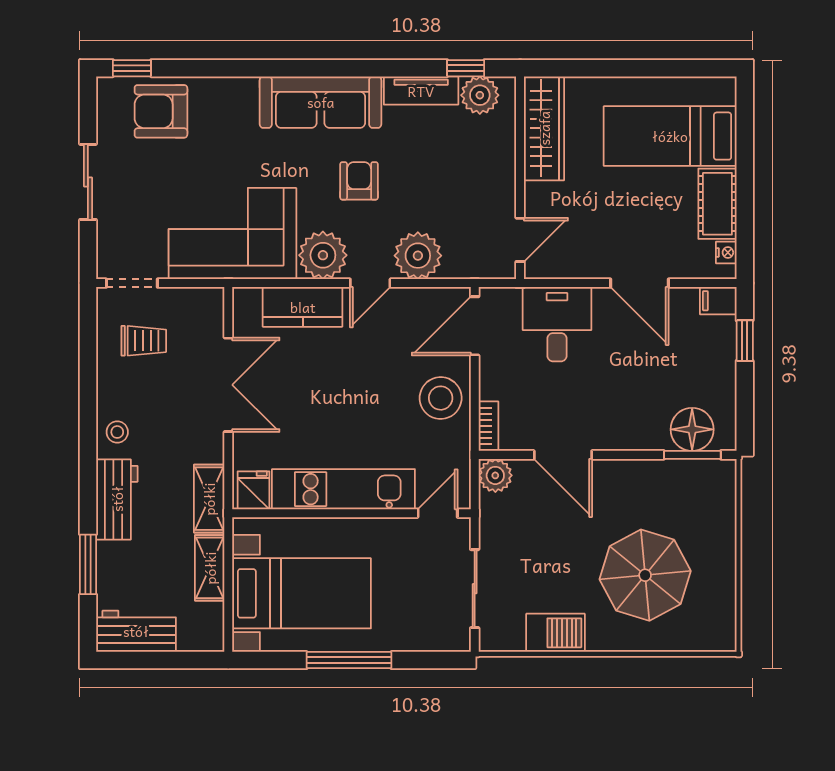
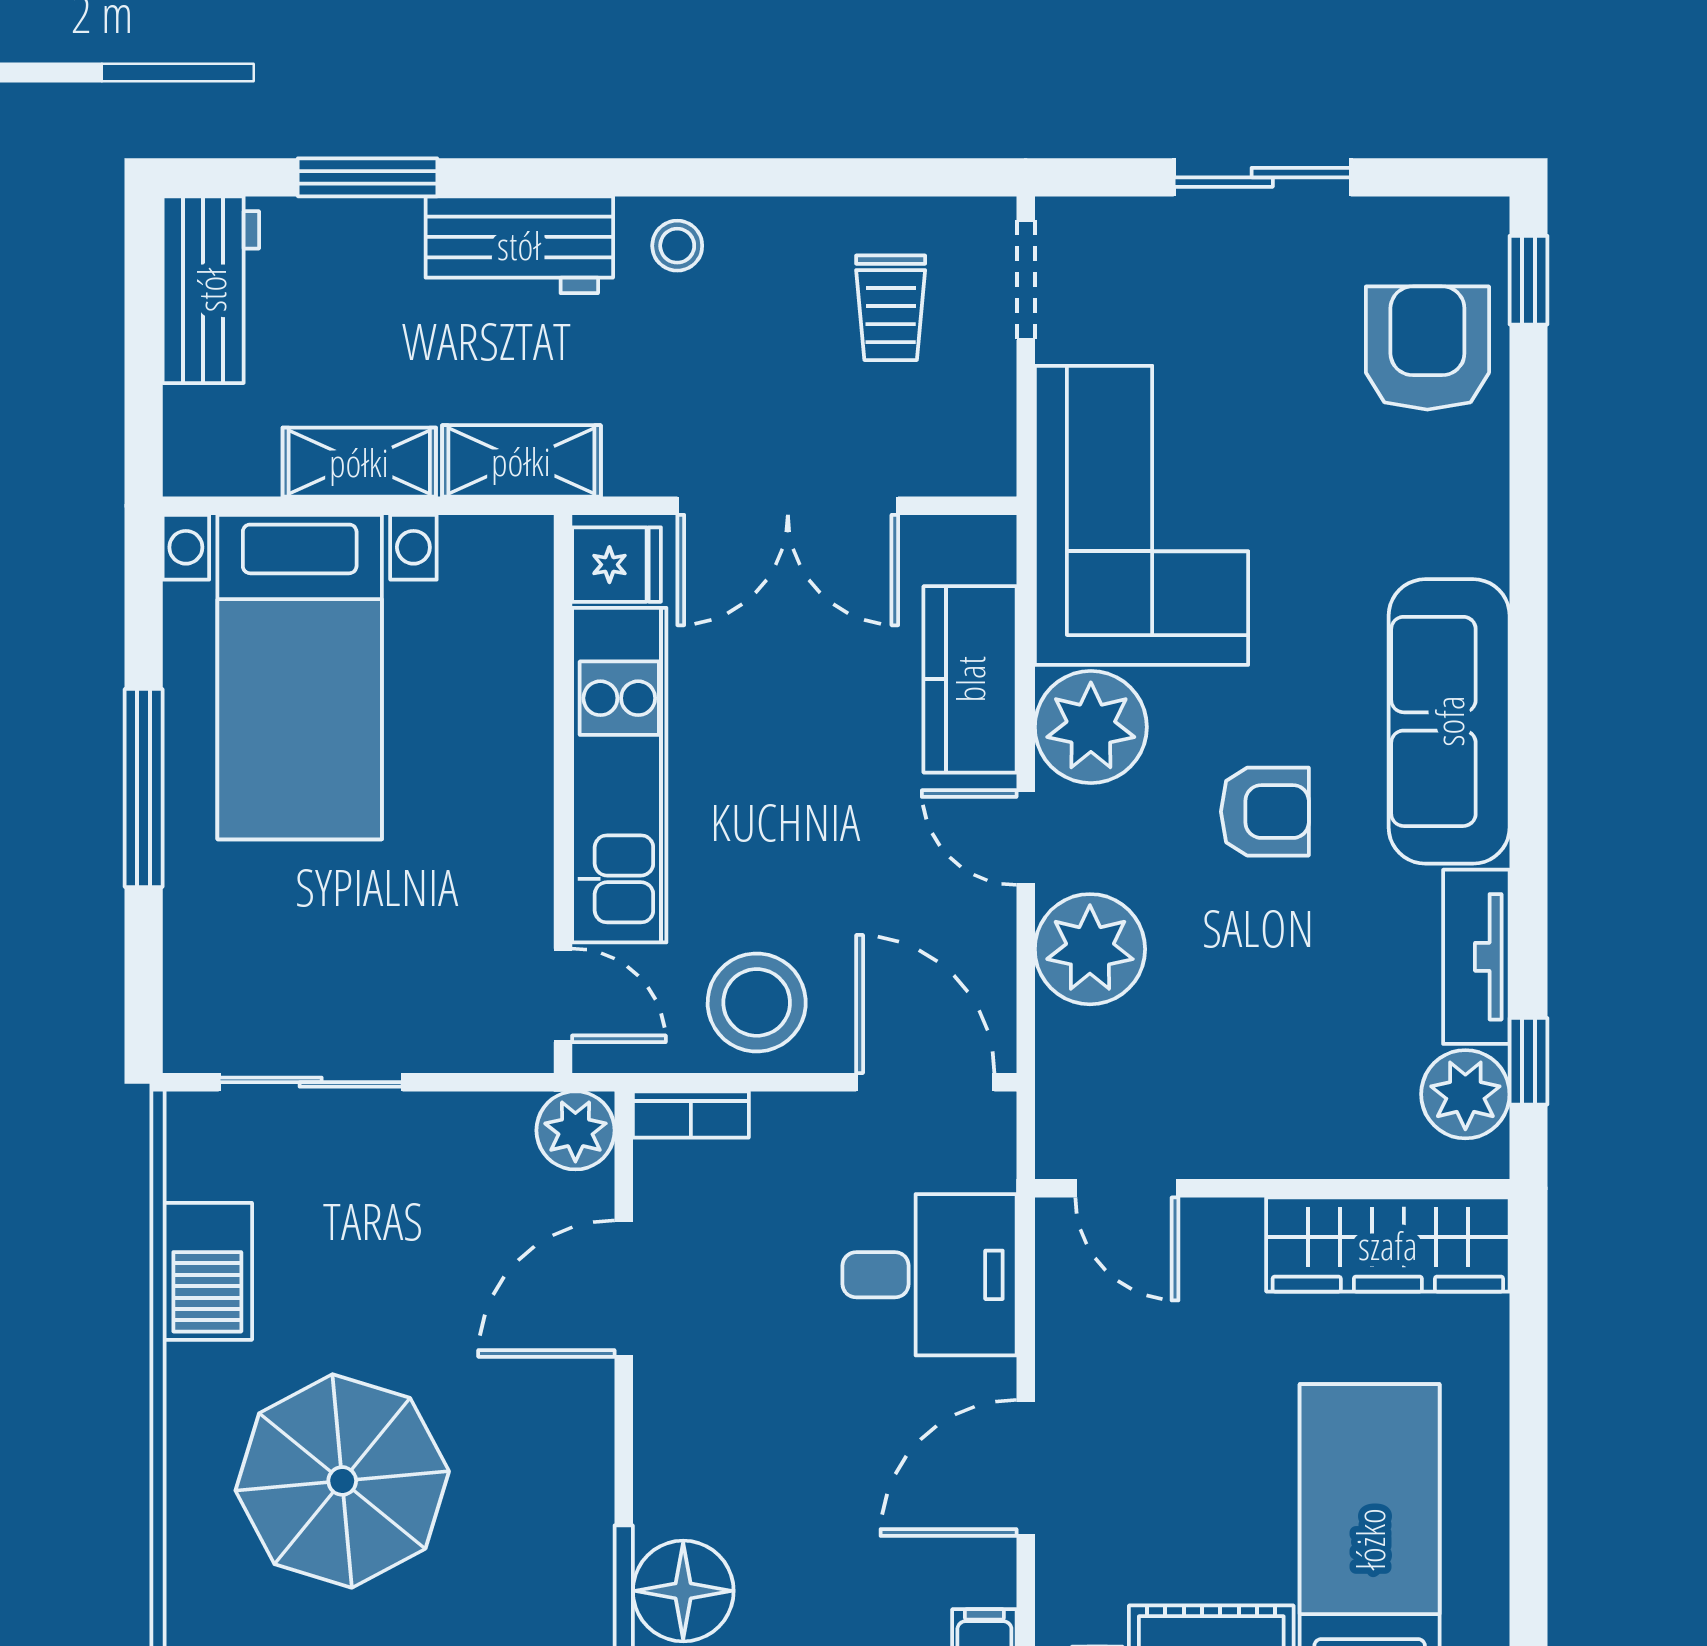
kitchen unit: (343, 489) -> (619, 775), moved
fridge: (253, 490) -> (617, 565), moved
wall: (352, 513) -> (563, 794), moved
door: (438, 513) -> (563, 995), moved

